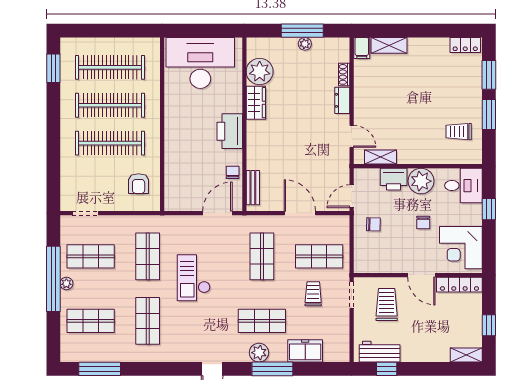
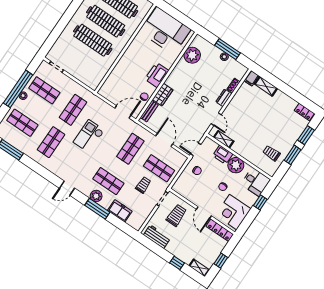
wardrobe: (256, 103) -> (163, 95), moved
armchair: (139, 184) -> (93, 70), removed
window: (387, 369) -> (177, 263), moved

